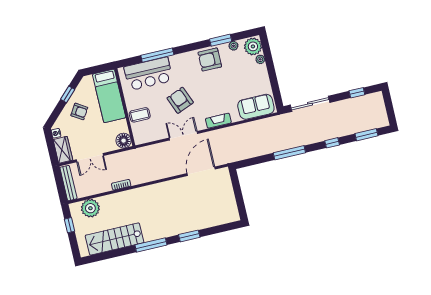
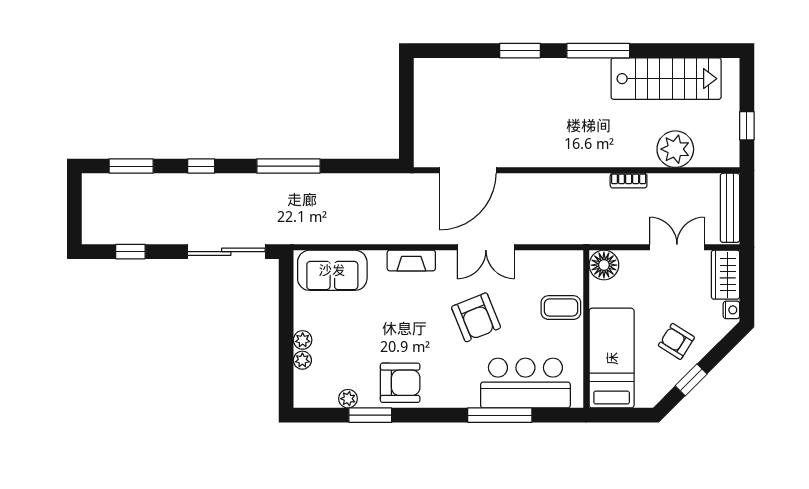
plant: (253, 46) -> (303, 340), moved, width x0.53, depth x0.53
plant: (90, 208) -> (675, 149), moved

